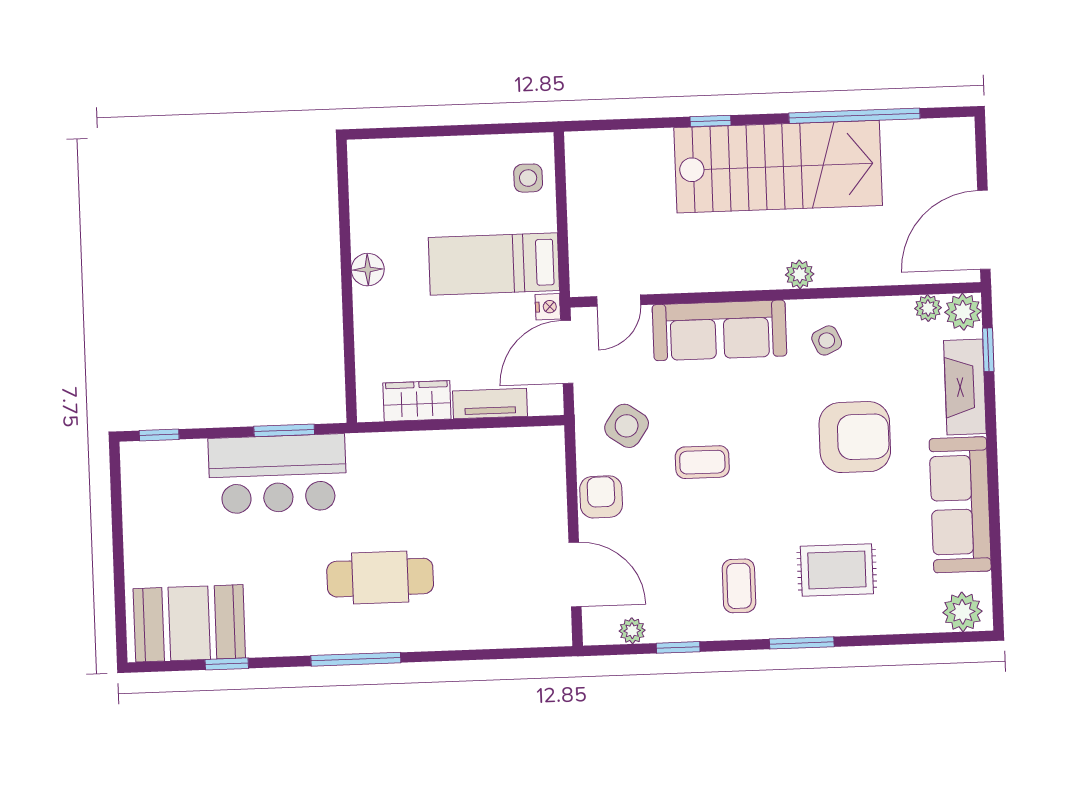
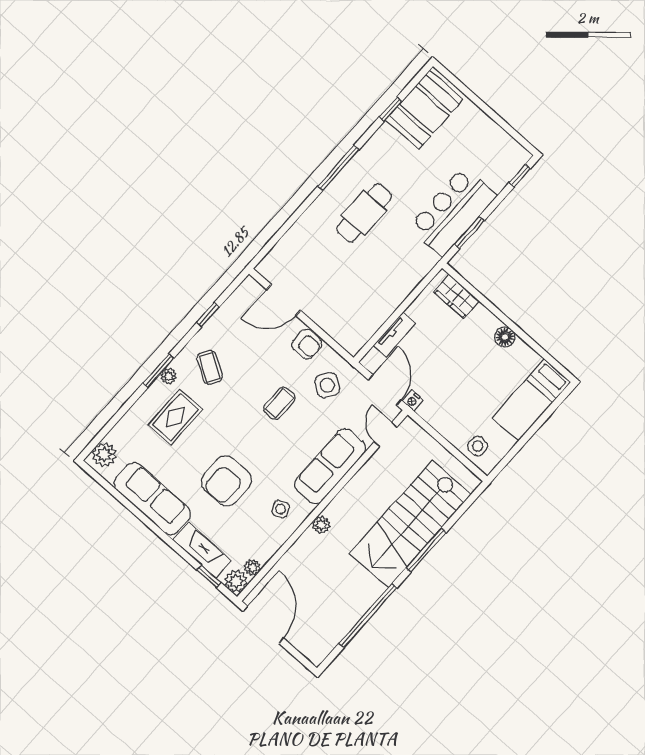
window: (710, 121) -> (426, 550), width x2.17
stairs: (778, 167) -> (410, 524), moved
bed: (494, 264) -> (532, 400), moved, turned 180
wardrobe: (417, 401) -> (457, 296), moved, turned 90
coffee table: (739, 586) -> (210, 367), turned 31
plant: (632, 631) -> (168, 376), moved

